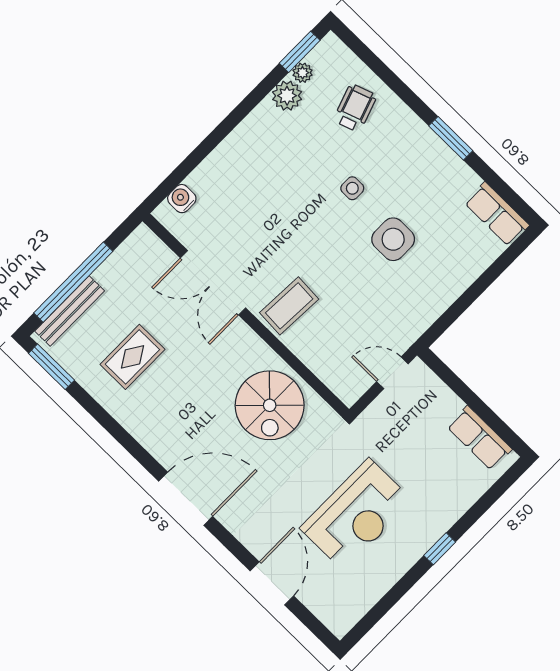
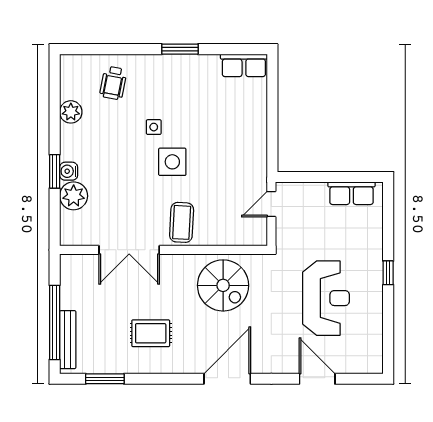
window: (300, 52) -> (55, 171), moved
plant: (303, 73) -> (74, 196), moved, width x1.88, depth x1.88
wheelchair: (355, 108) -> (113, 83), turned -150
water cooler: (182, 199) -> (69, 171), moved
side table: (393, 239) -> (172, 162), moved
rug: (132, 357) -> (151, 333), moved, turned 90
window: (51, 367) -> (105, 379), moved

